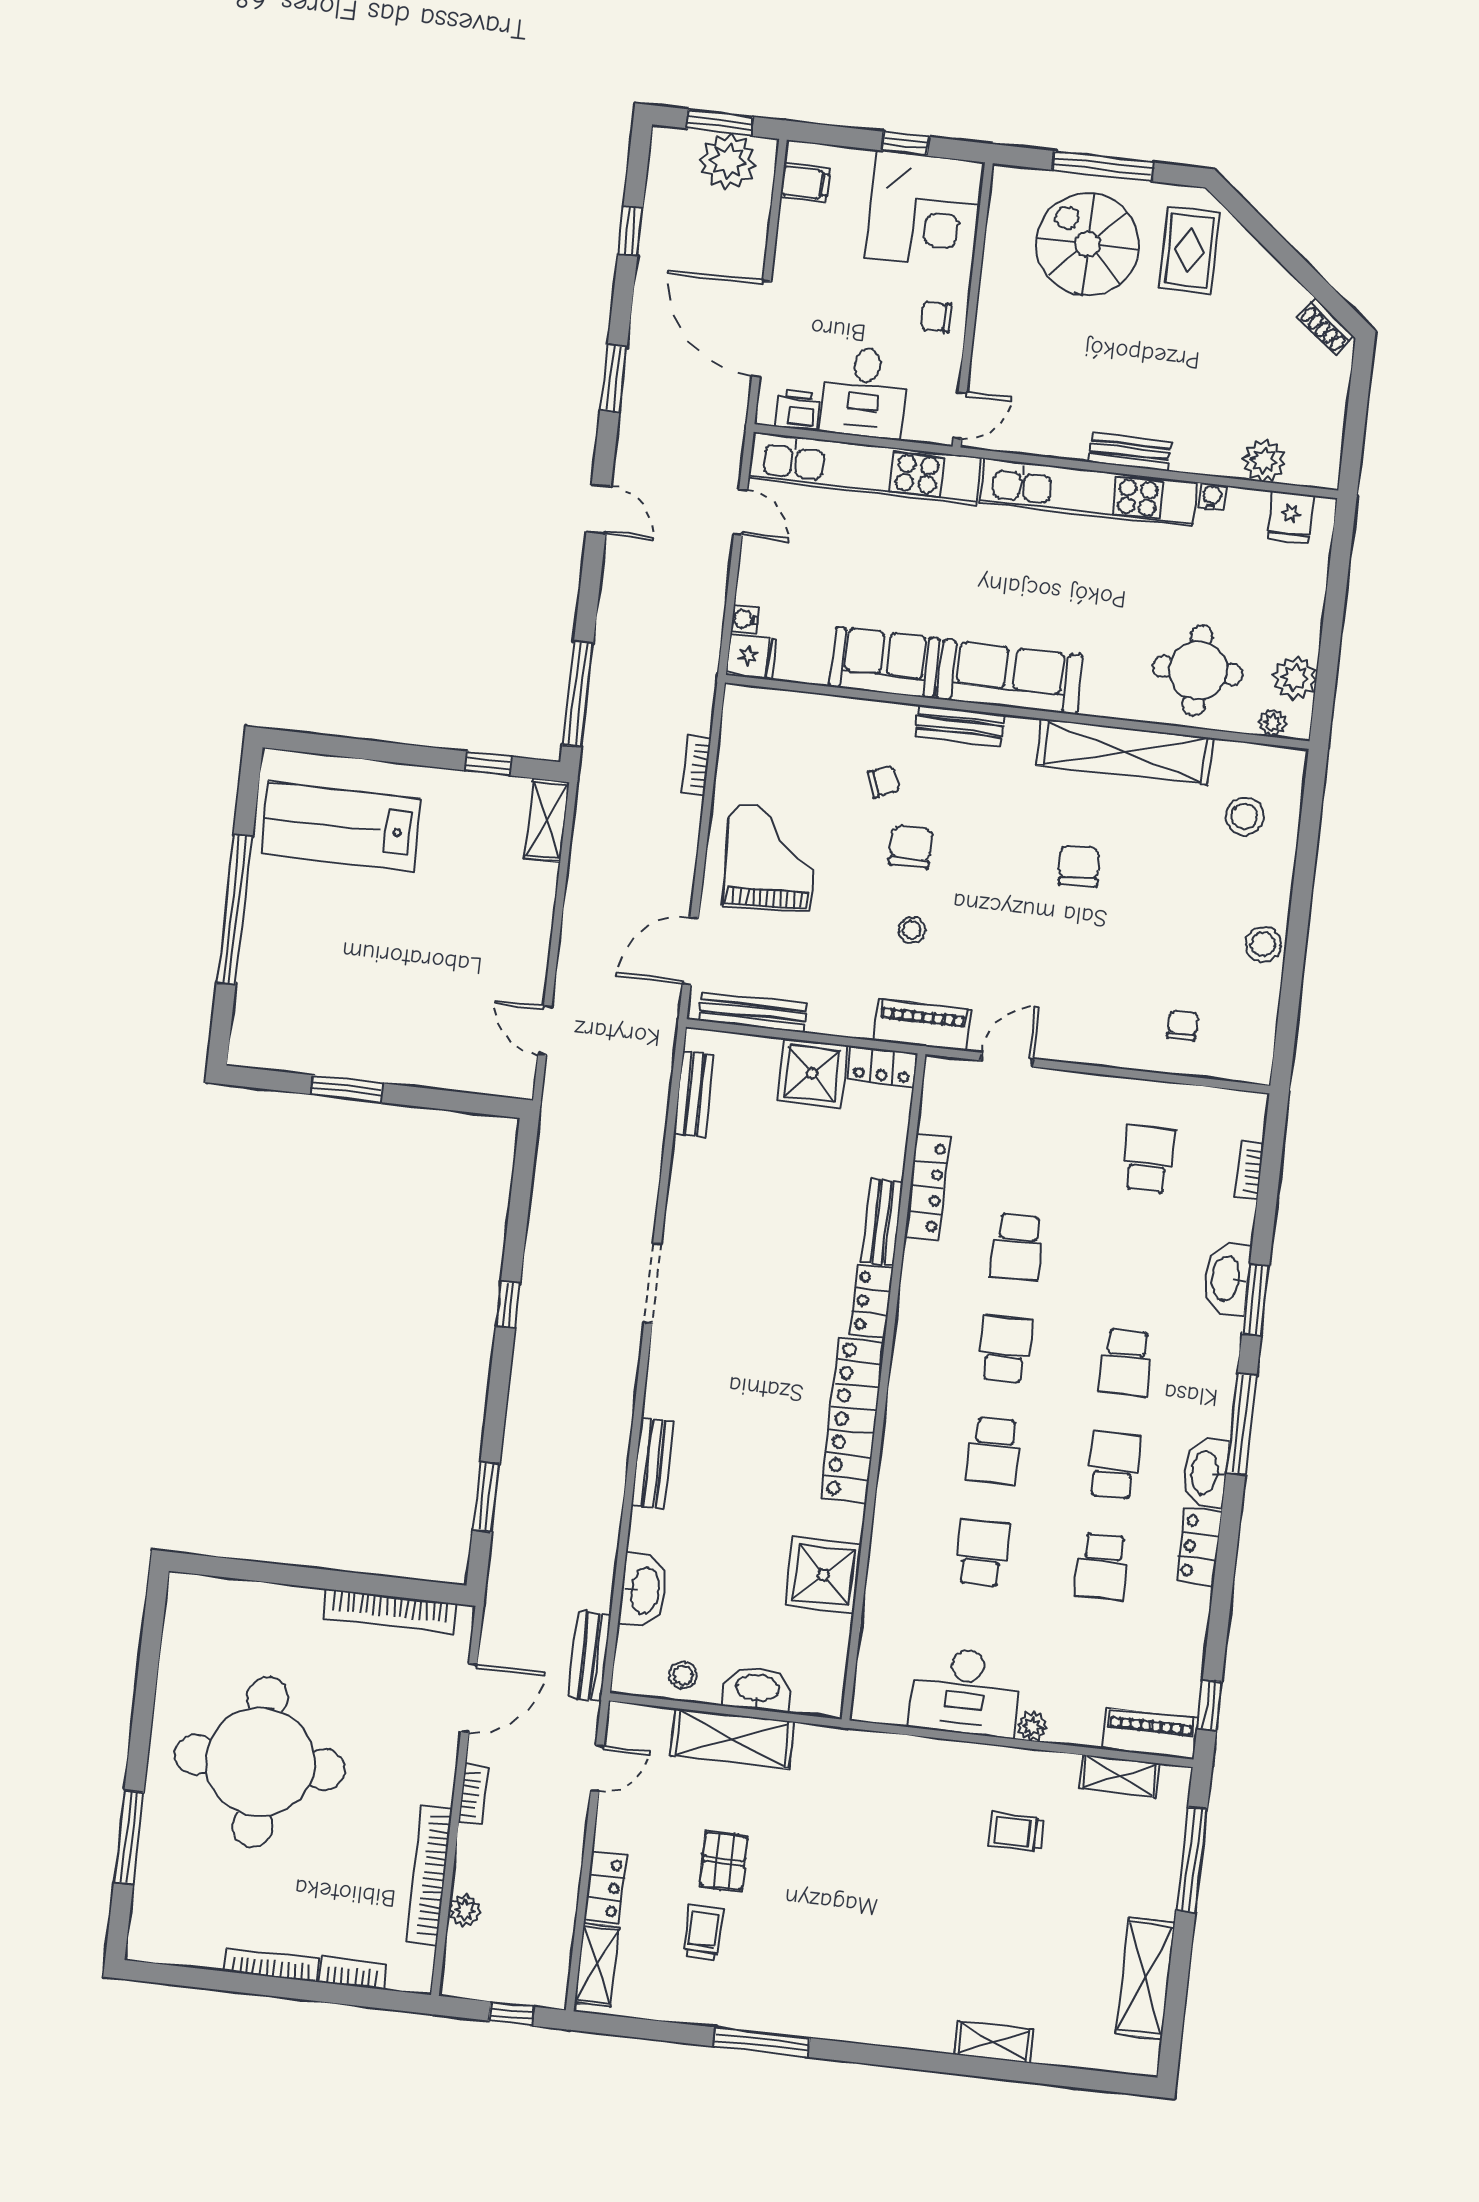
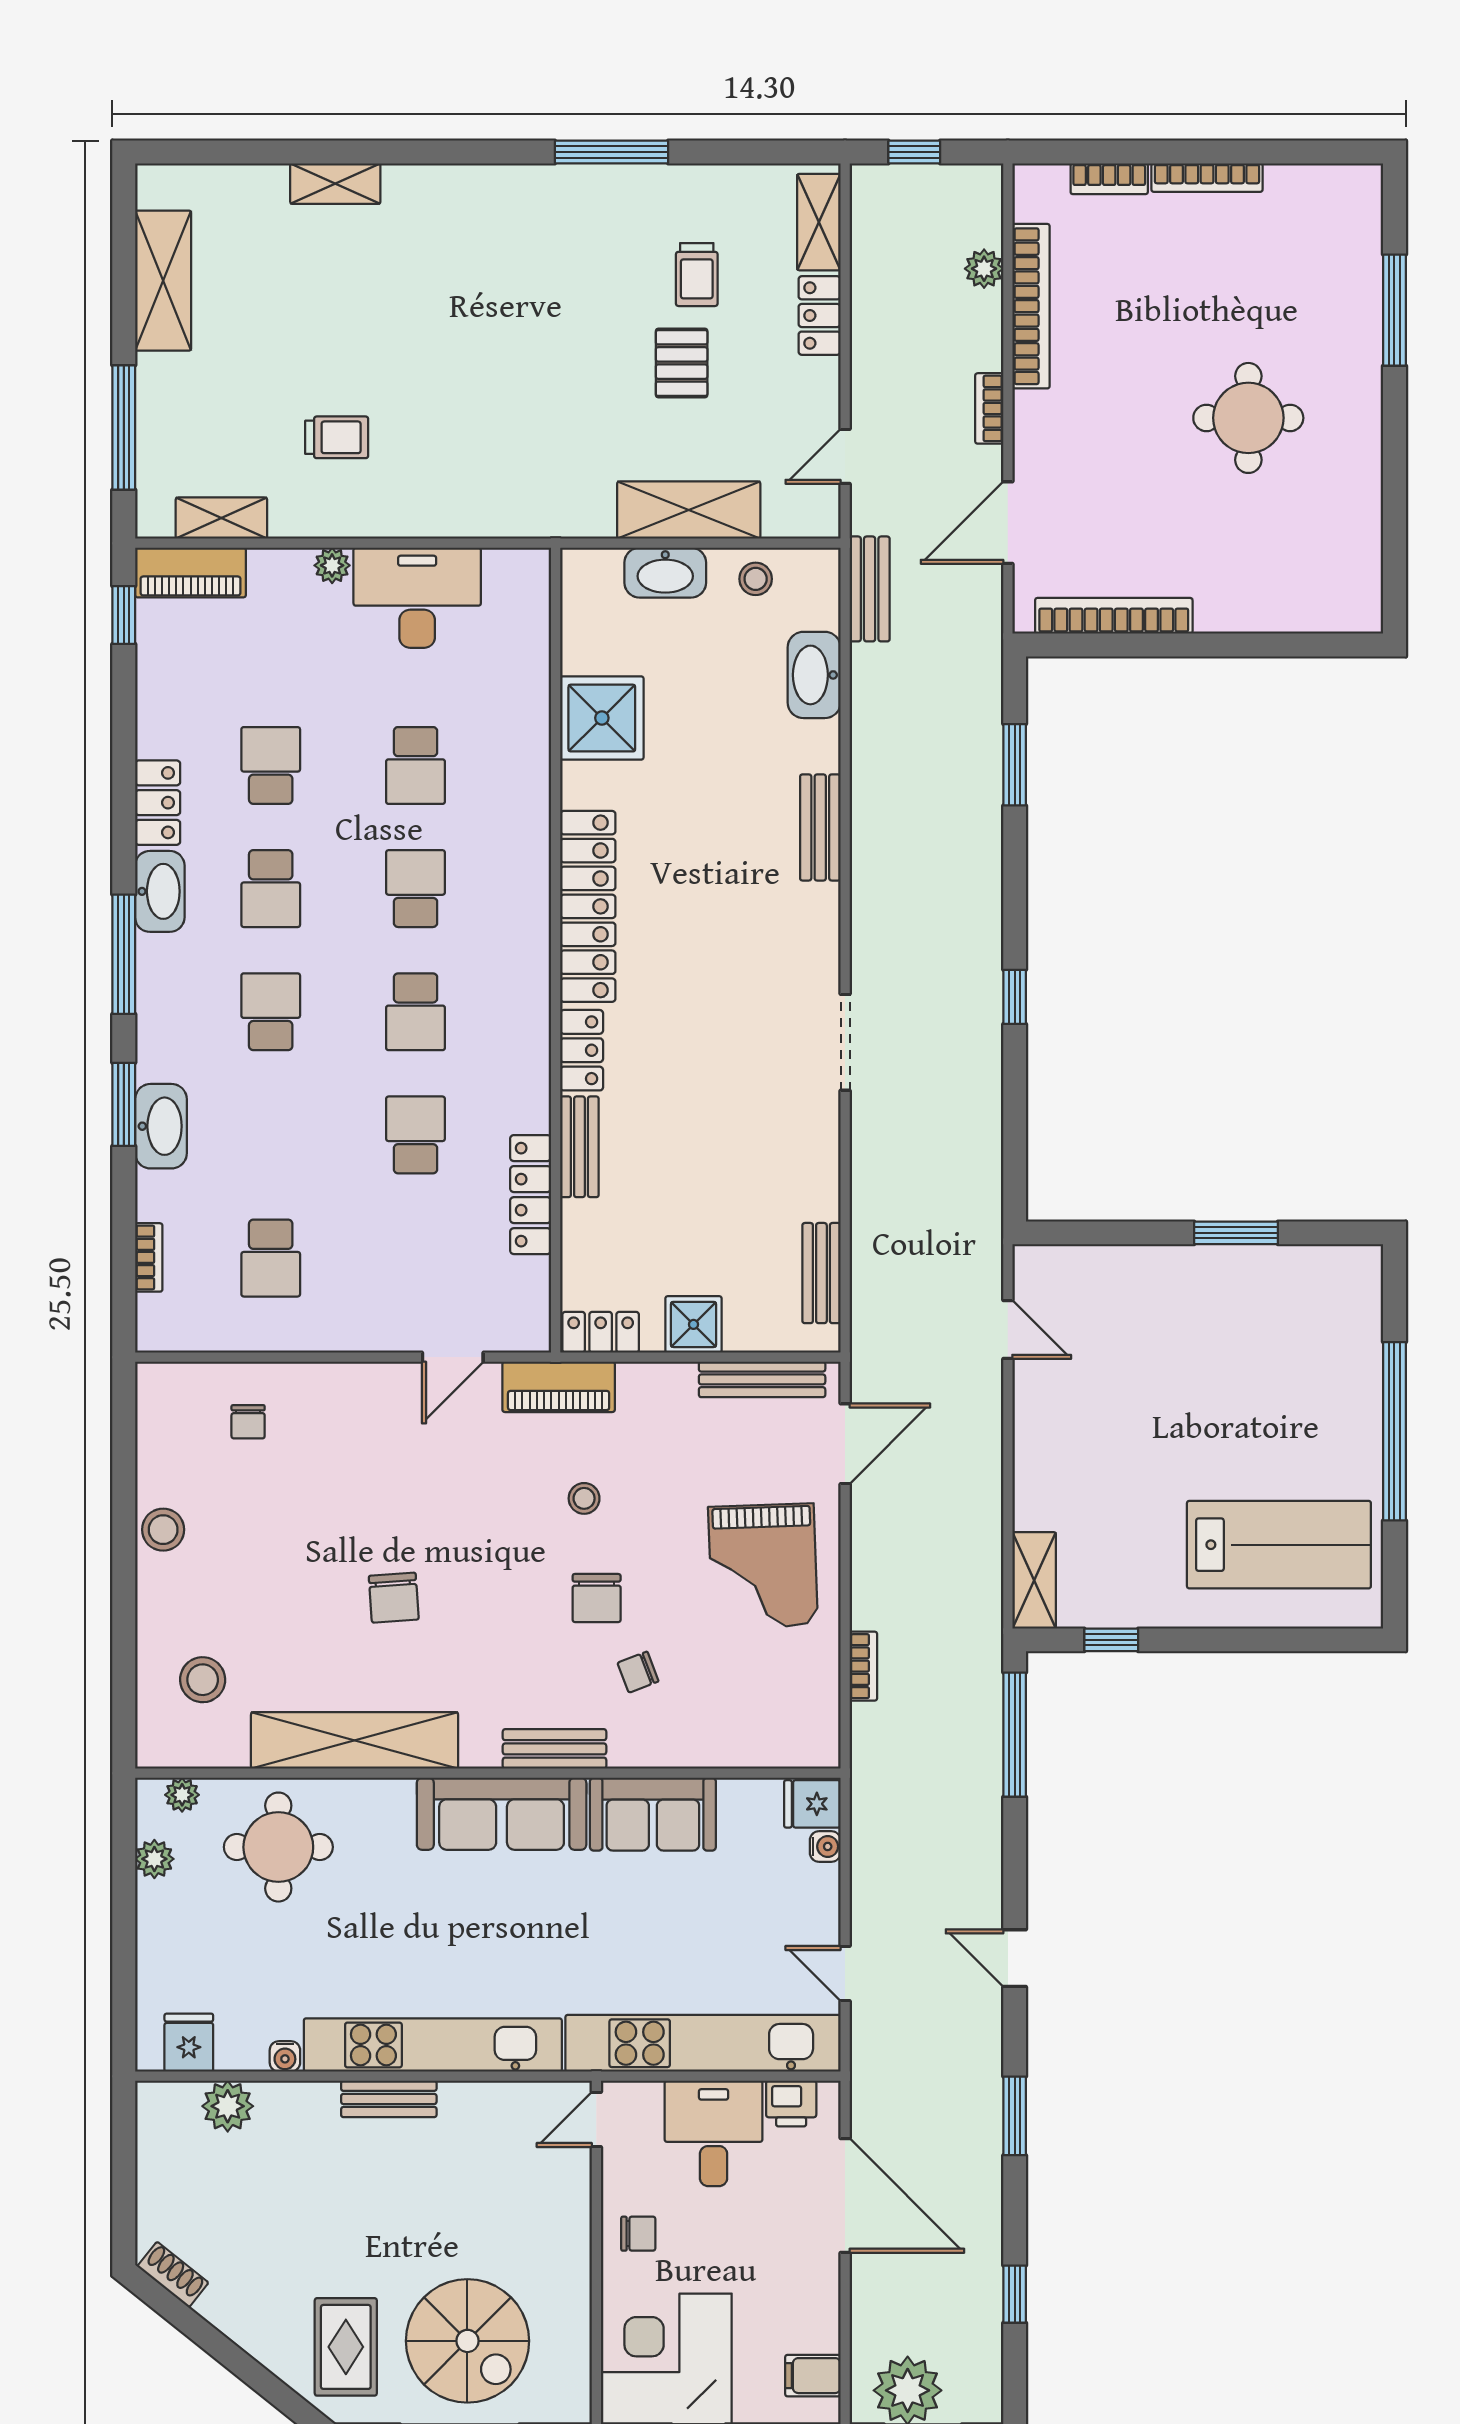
plant: (1295, 678) -> (154, 1859), width x0.73, depth x0.73
shower: (812, 1074) -> (693, 1324), width x0.73, depth x0.73
round table: (260, 1762) -> (1248, 418), width x0.54, depth x0.54

